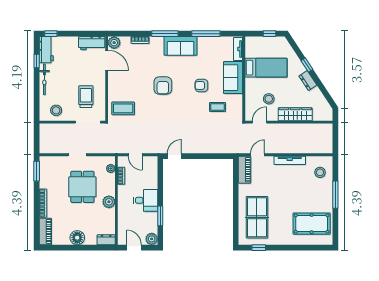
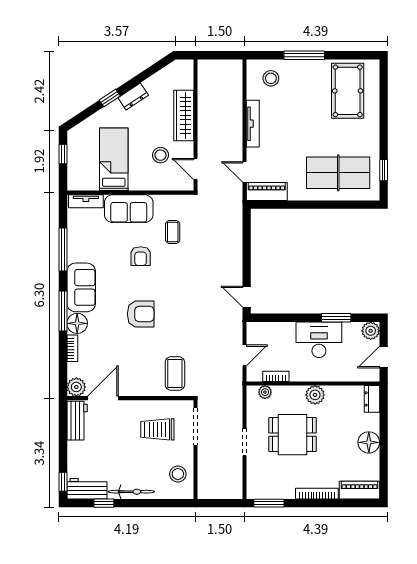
floor lamp: (157, 43) -> (77, 323), added
desk: (146, 200) -> (319, 340), width x1.37

